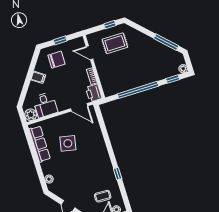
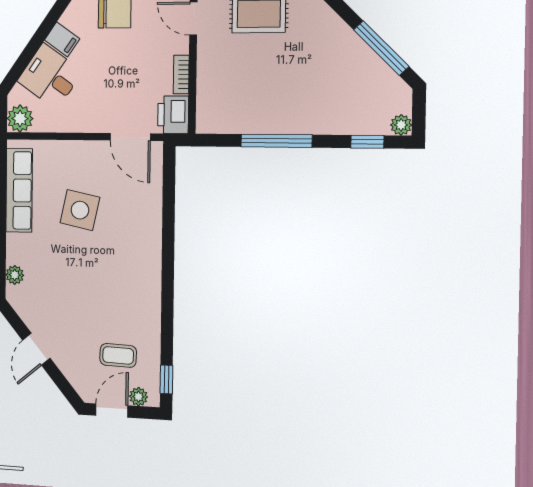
window: (138, 90) -> (276, 141), width x0.68
desk: (45, 105) -> (50, 76), moved, turned 125
window: (118, 174) -> (166, 379), moved

